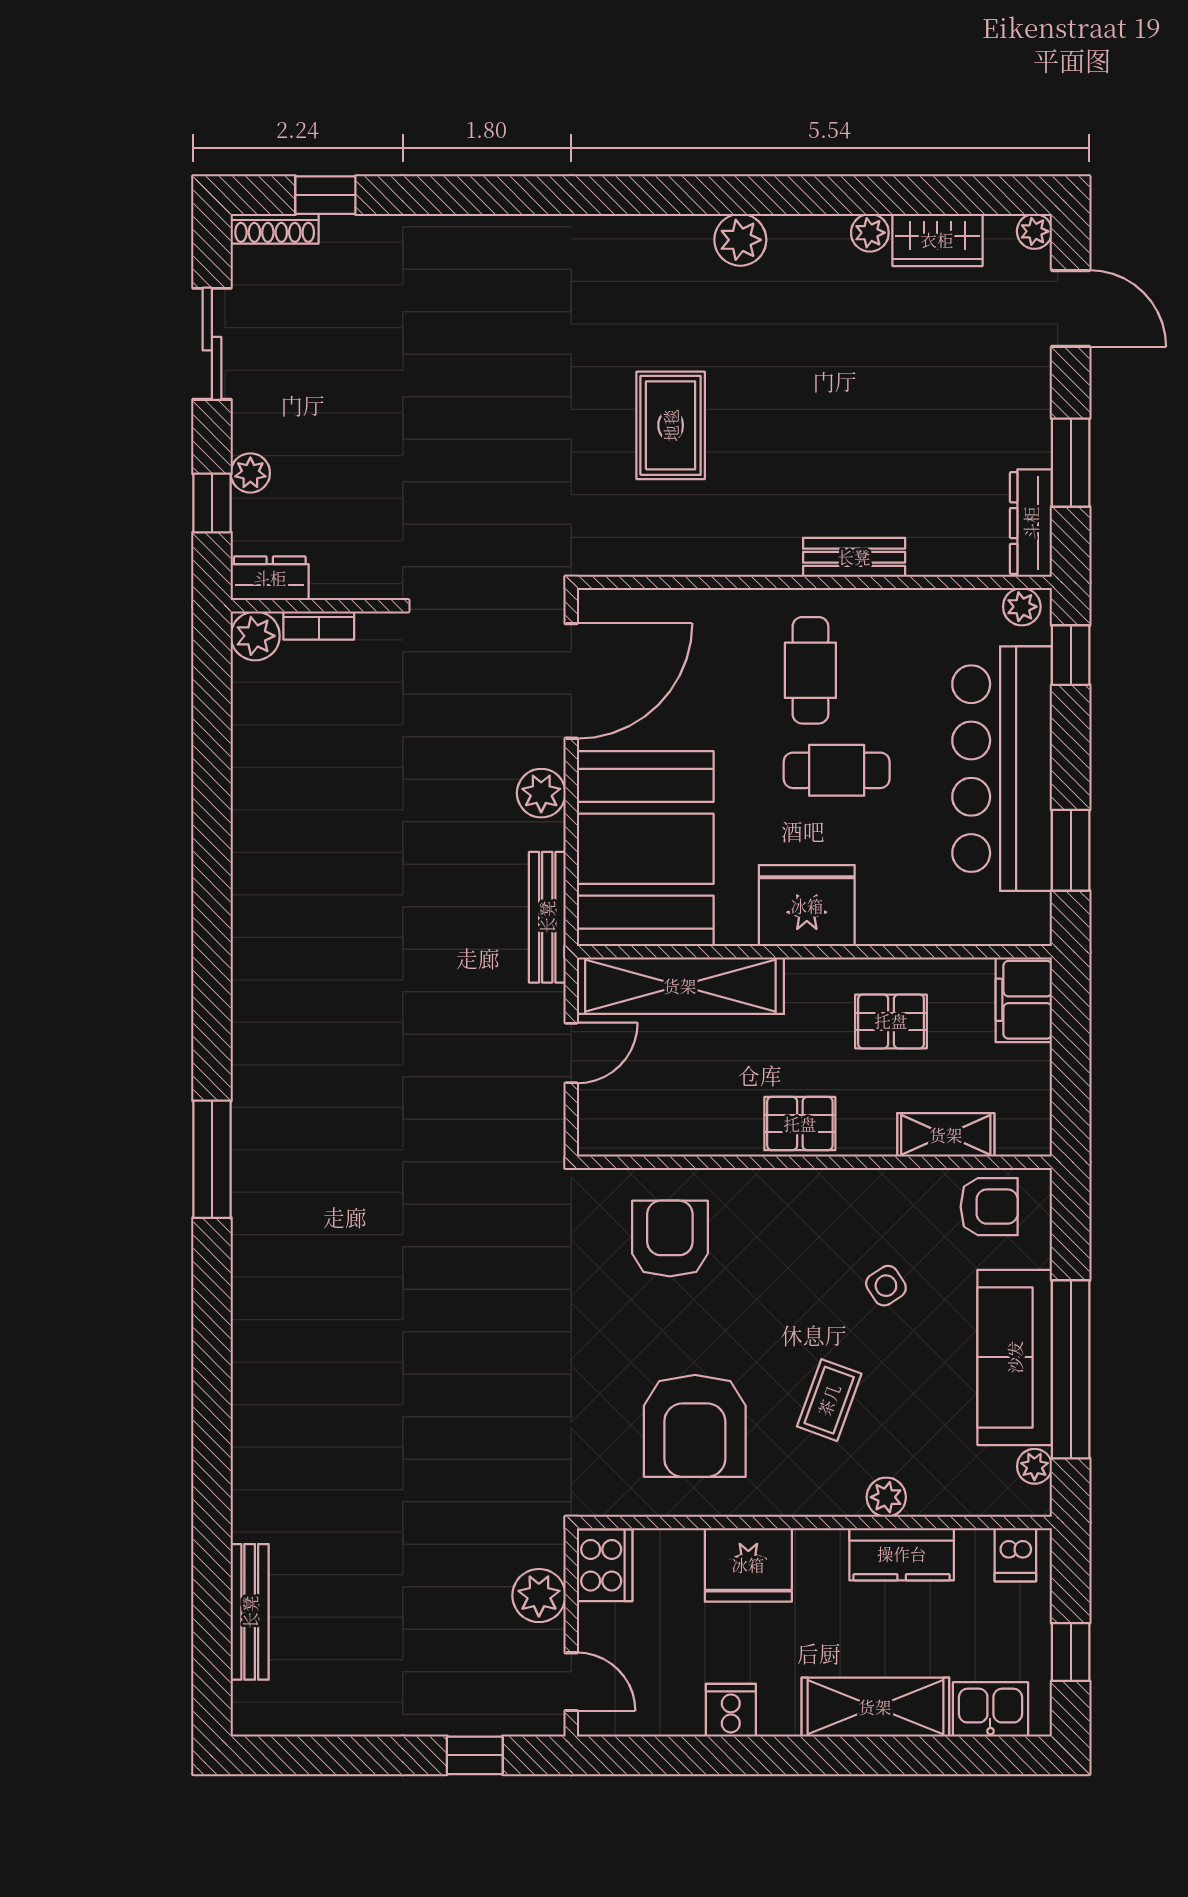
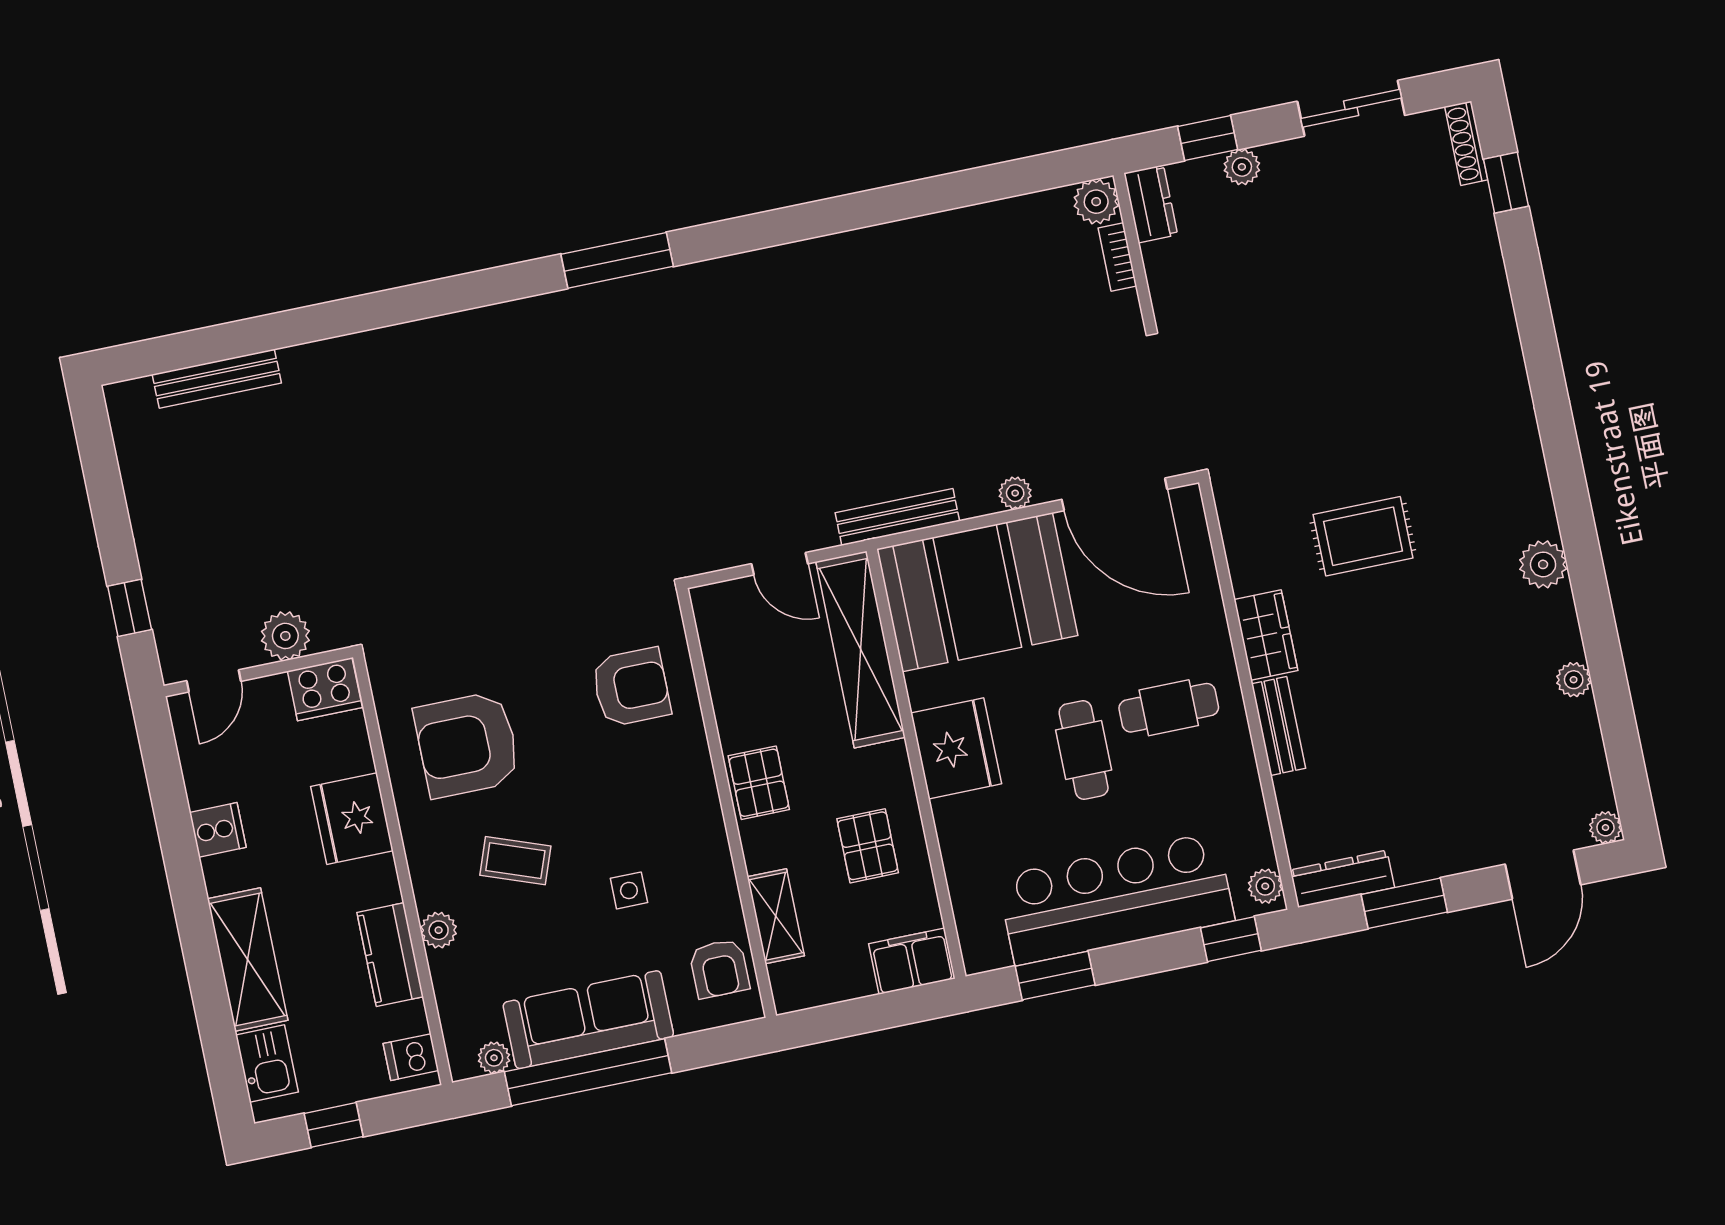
wardrobe: (937, 240) -> (1266, 635), moved, turned 180
plant: (541, 793) -> (1015, 493), width x0.73, depth x0.73
side table: (886, 1286) -> (629, 890), turned 33

